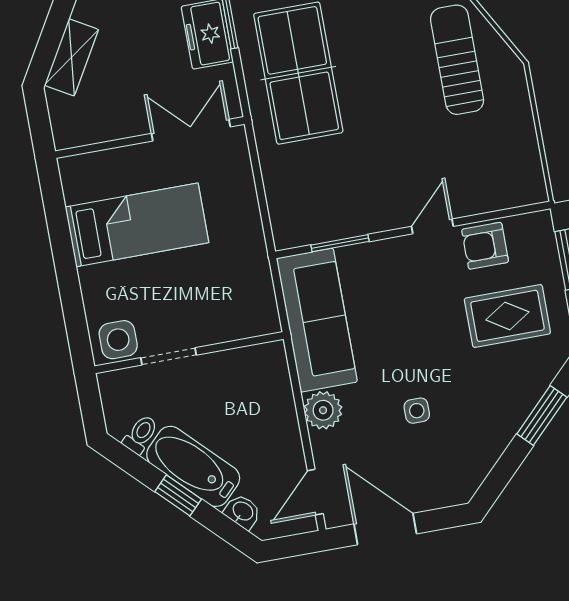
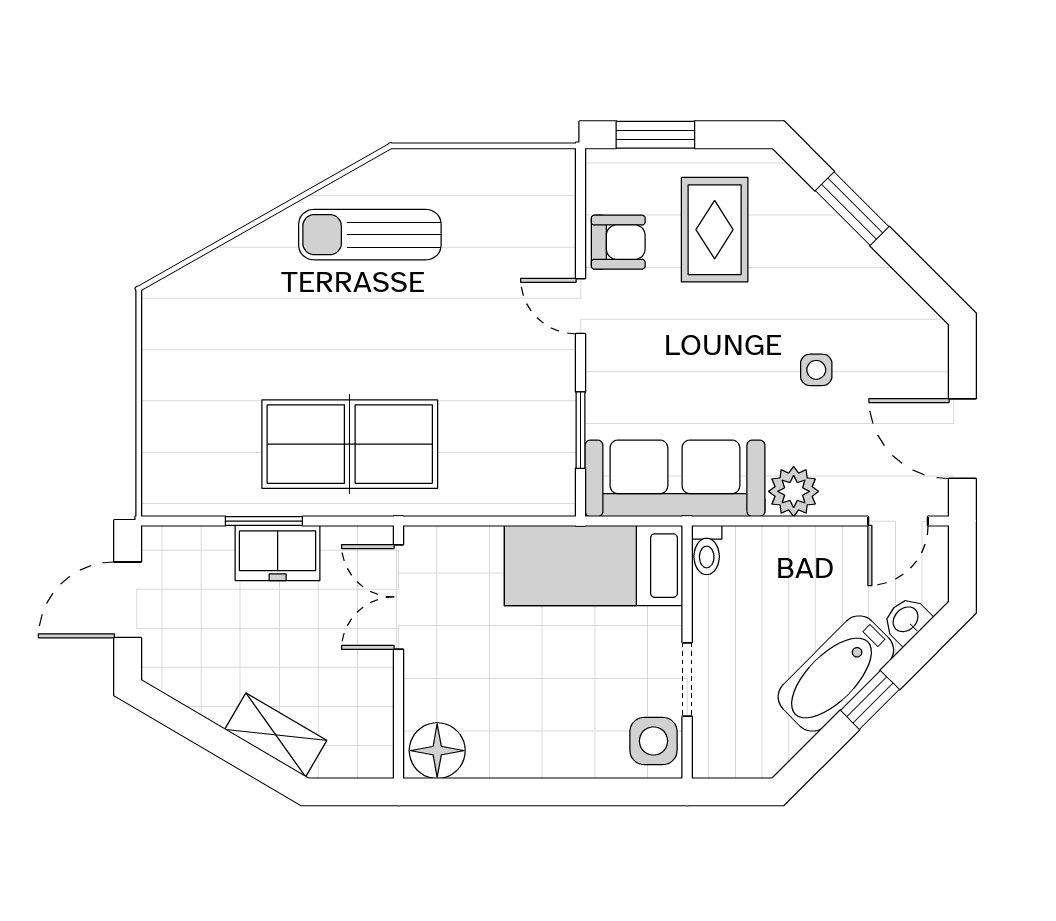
floor lamp: (82, 180) -> (437, 751), added
bed: (137, 225) -> (593, 566), moved, turned -90
armchair: (485, 246) -> (618, 242), turned -90
toilet: (141, 434) -> (707, 550), moved, turned -135
door: (315, 492) -> (898, 521), hinge flipped
door: (385, 529) -> (962, 439), hinge flipped

